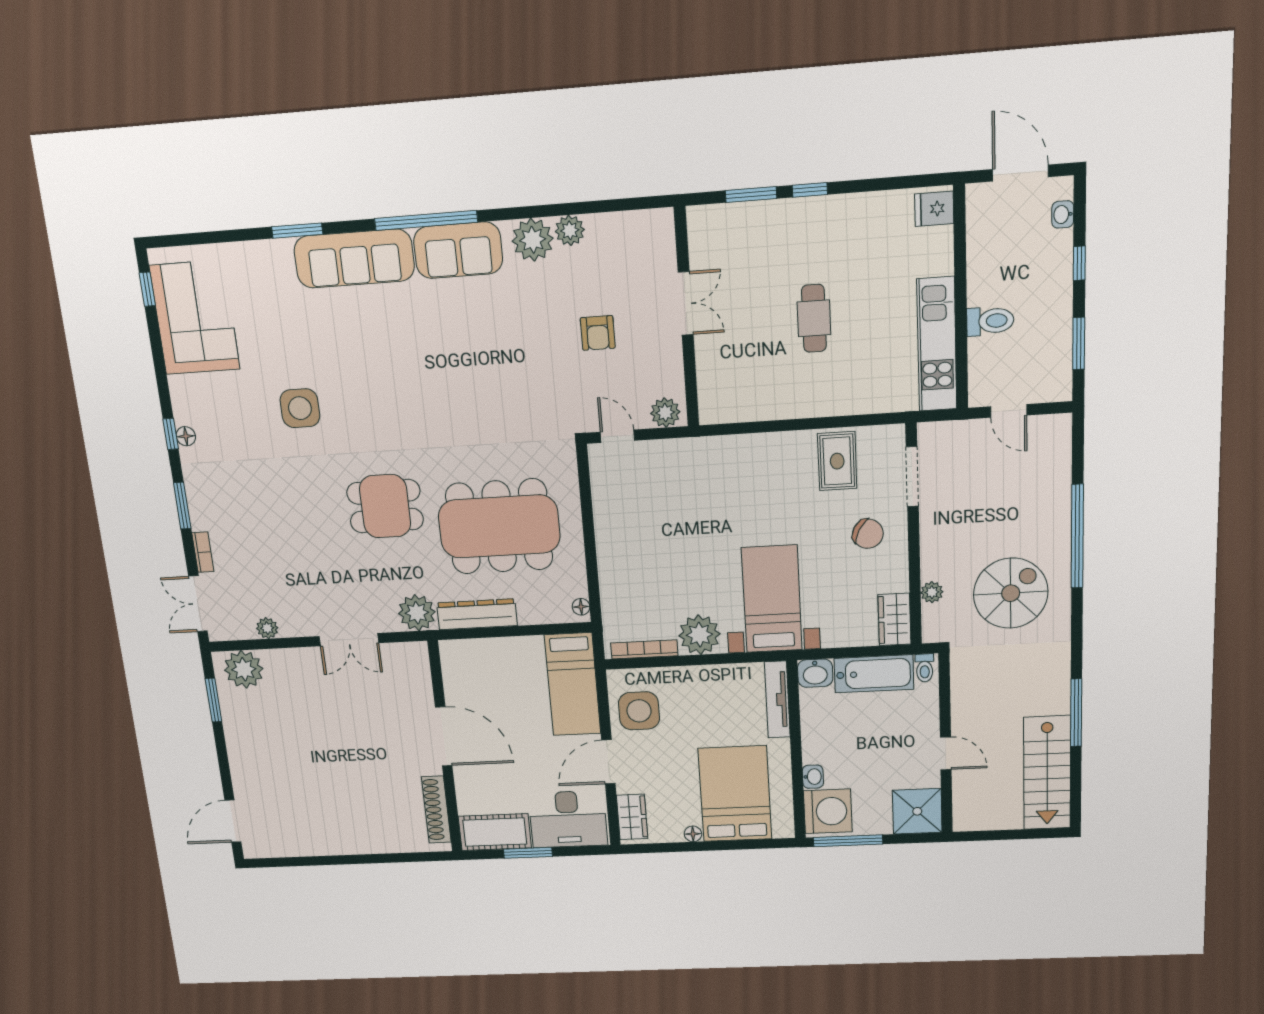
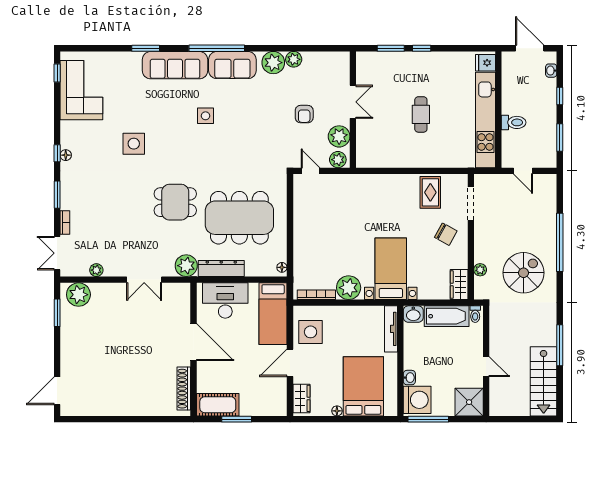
kitchen unit: (937, 344) -> (485, 120), width x1.36
side table: (420, 349) -> (206, 116), added
plant: (665, 370) -> (339, 136), added
desk: (568, 819) -> (225, 301), moved, turned 180

